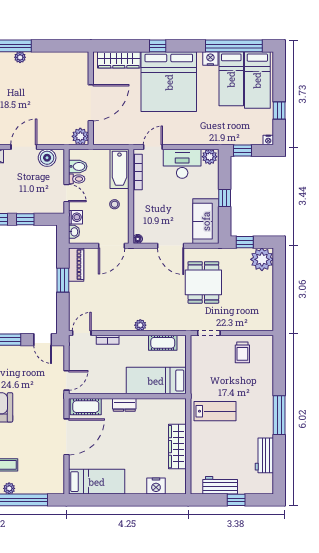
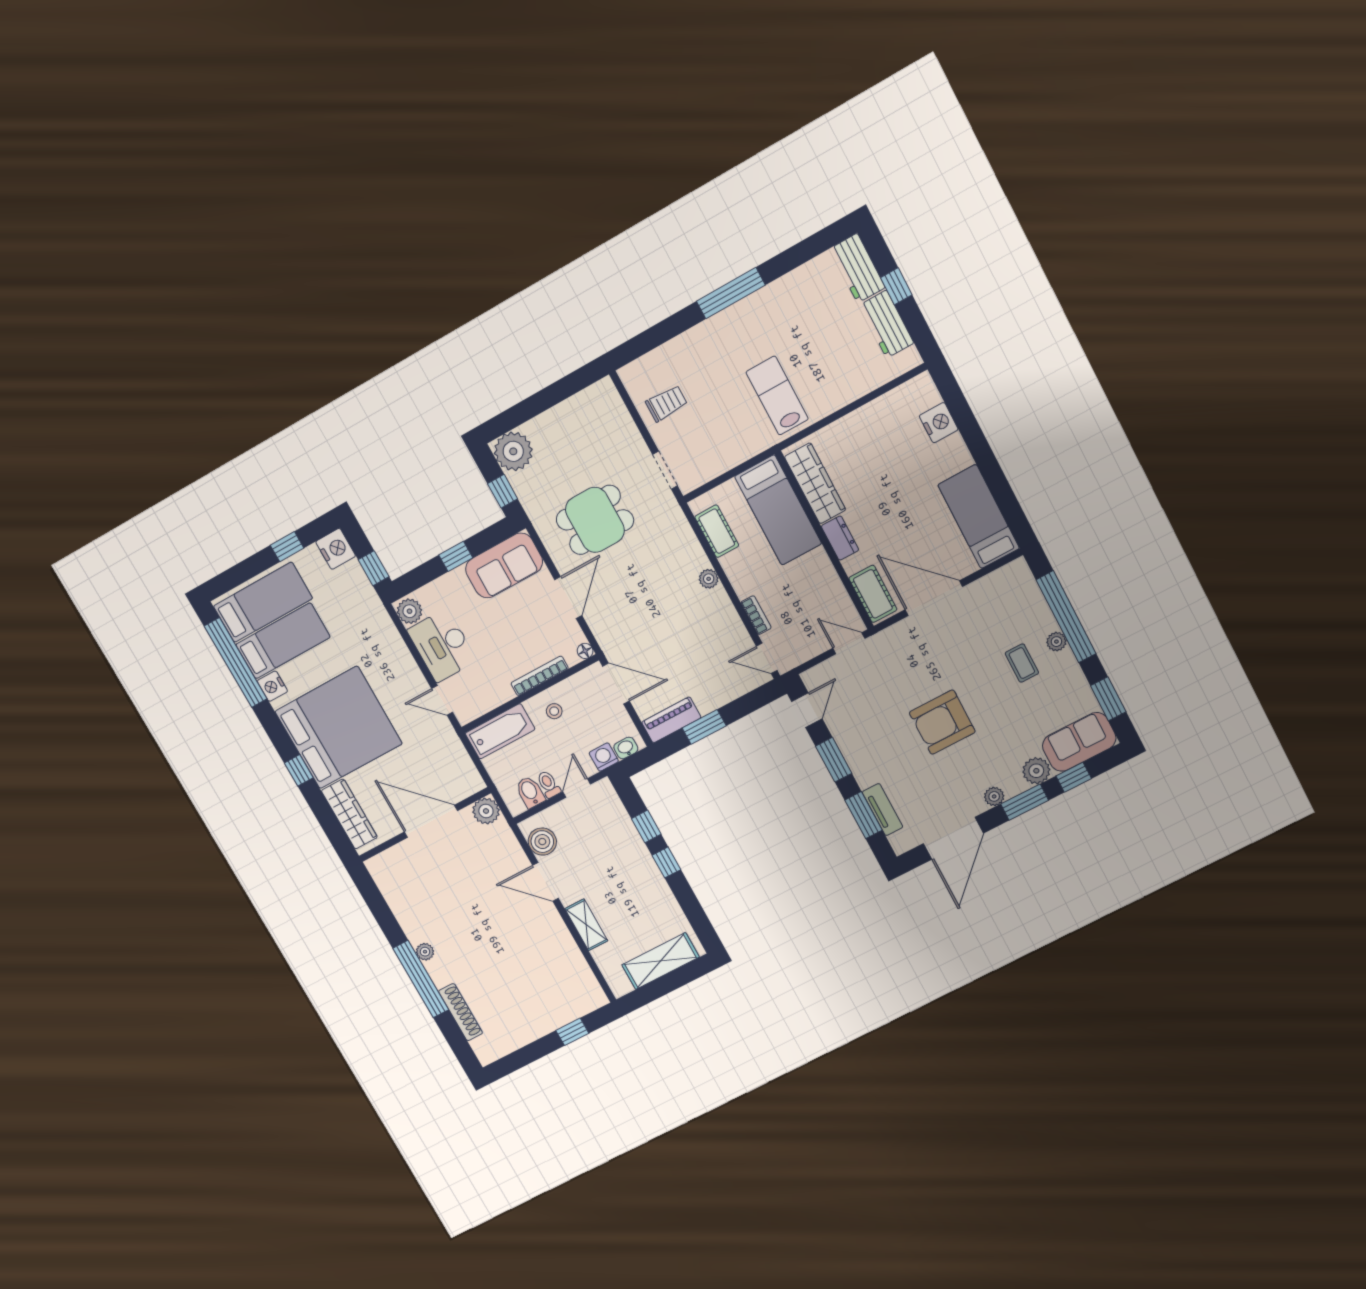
nightstand: (268, 140) -> (336, 549), width x1.89, depth x1.79
bookcase: (138, 172) -> (540, 676), moved
wardrobe: (177, 447) -> (815, 483), moved, turned -90
workbench: (264, 455) -> (857, 268), moved, turned 90

